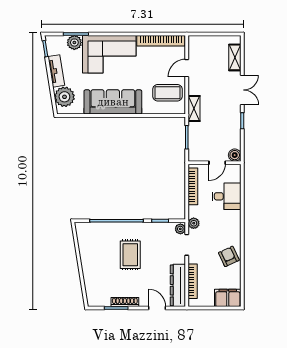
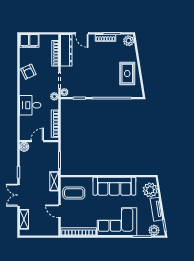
plant: (74, 43) -> (154, 230), moved
door: (187, 68) -> (60, 211), swing flipped
desk: (227, 196) -> (30, 105), moved
rug: (130, 255) -> (127, 74), moved
plant: (94, 298) -> (129, 41), added

